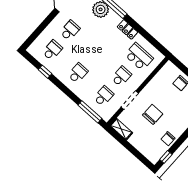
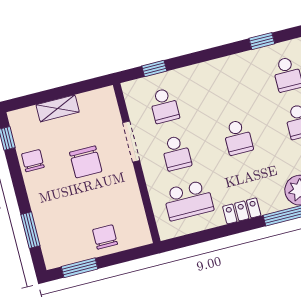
school desk: (78, 73) -> (238, 137), moved
window: (90, 112) -> (154, 68), width x0.46
shelving: (121, 129) -> (58, 108), moved

